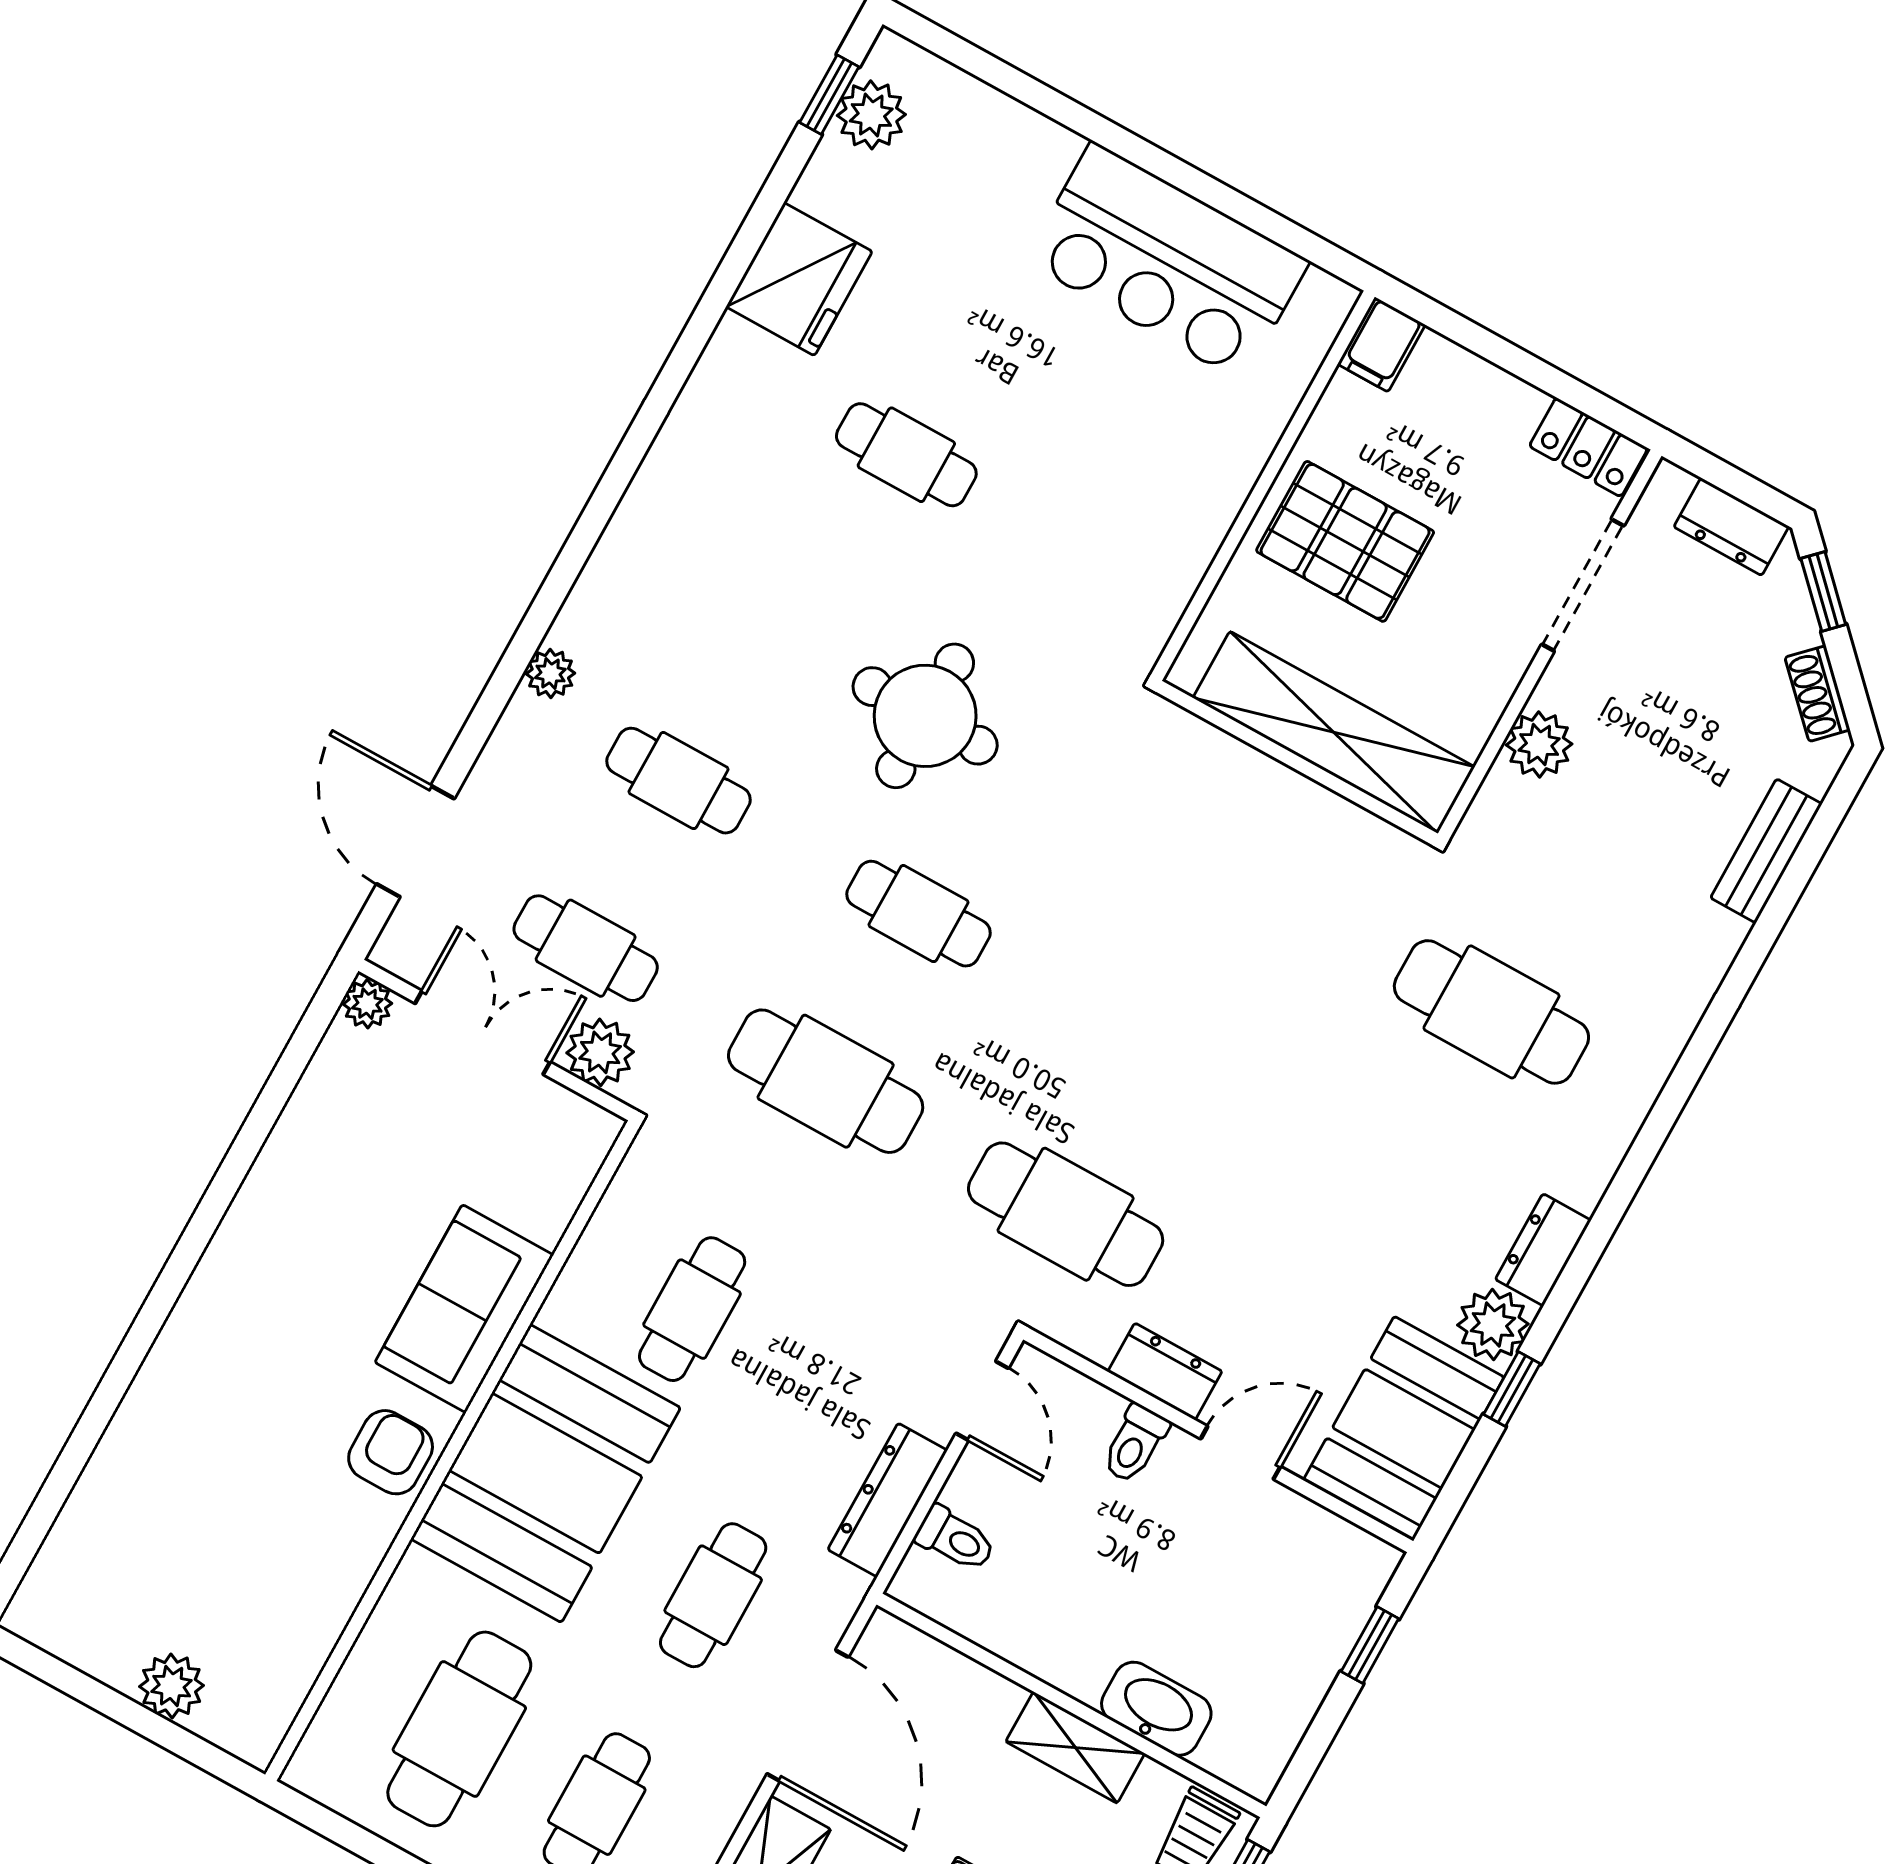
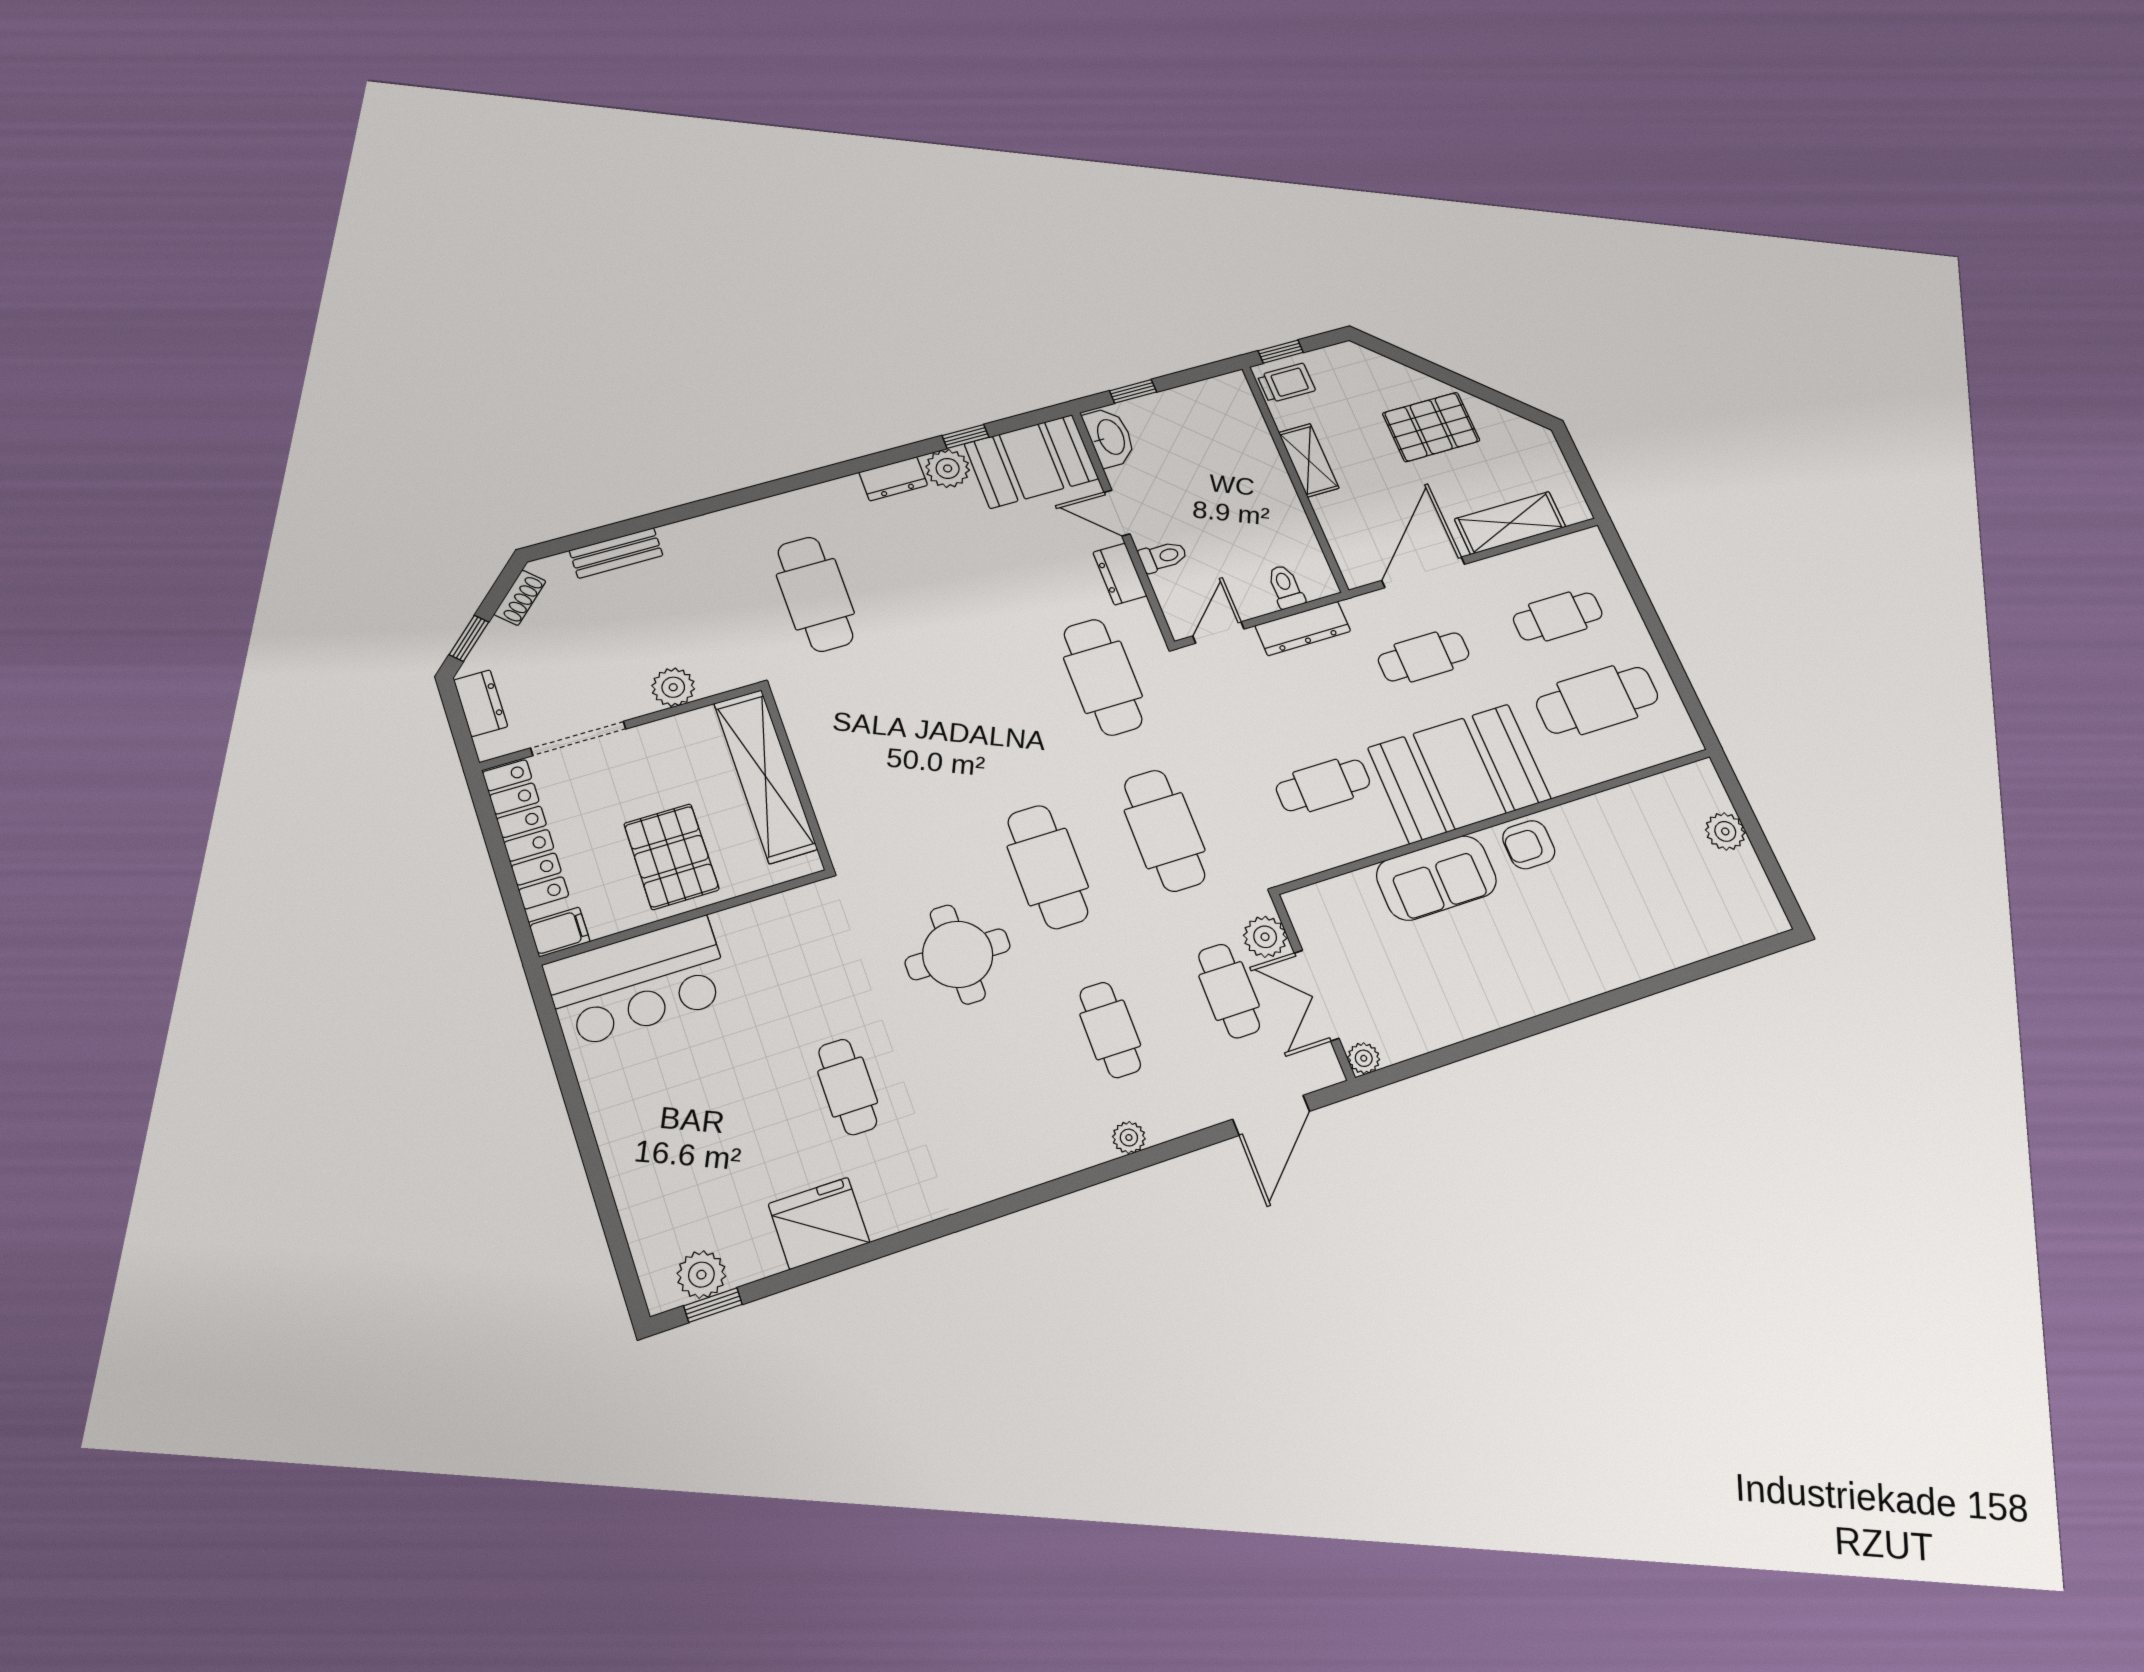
bar counter: (1167, 261) -> (638, 982), moved, turned 90
locker: (1588, 447) -> (525, 834), width x2.16, depth x1.21
cafe table: (919, 914) -> (1048, 867), width x1.37, depth x1.35
washbasin: (1156, 1709) -> (1110, 437), moved, turned 180

